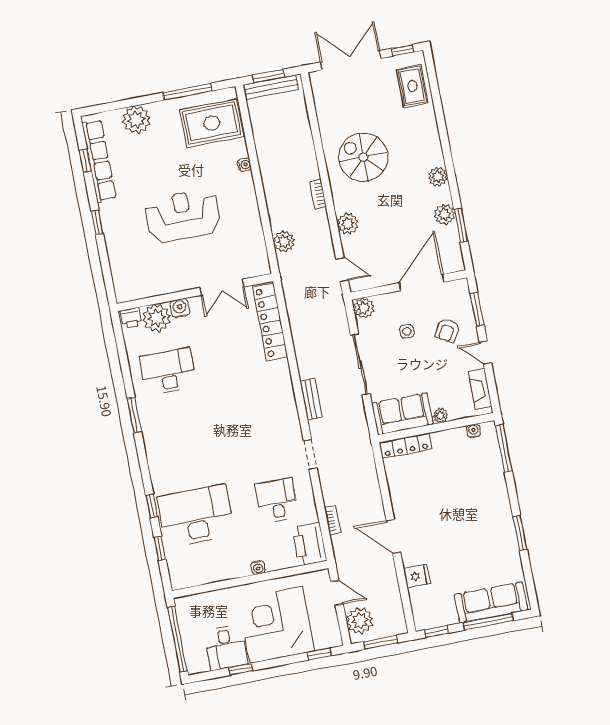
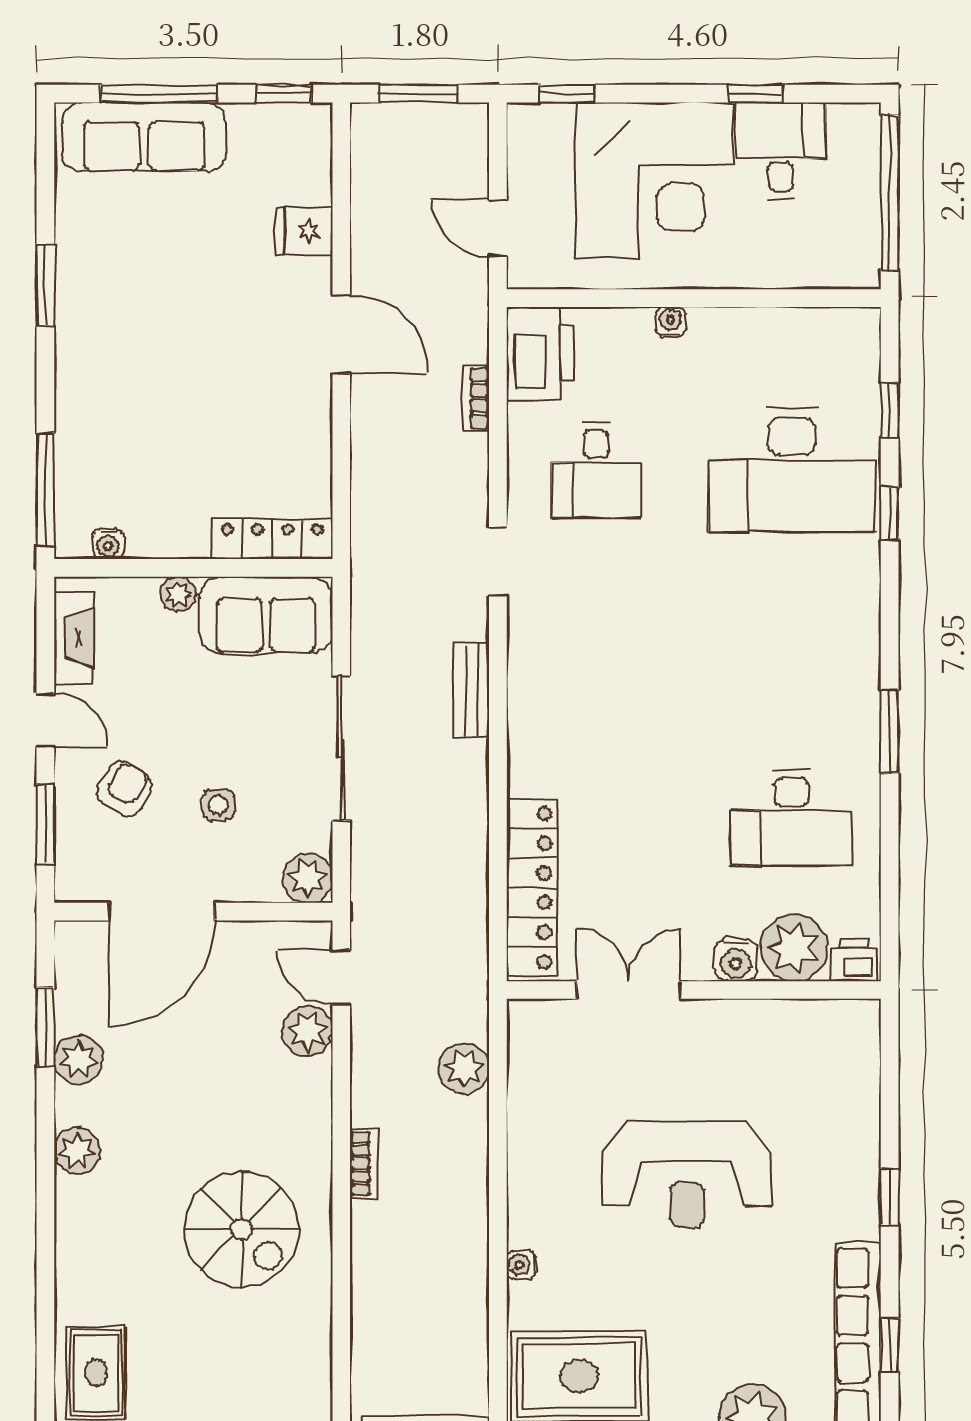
plant: (348, 224) -> (307, 1031), moved
plant: (360, 621) -> (457, 153), removed

